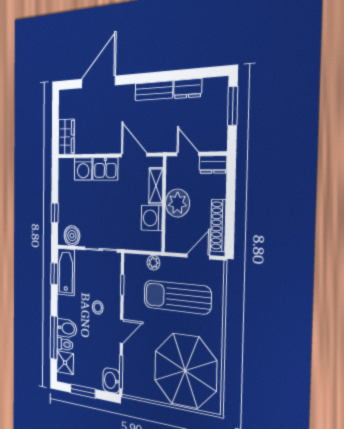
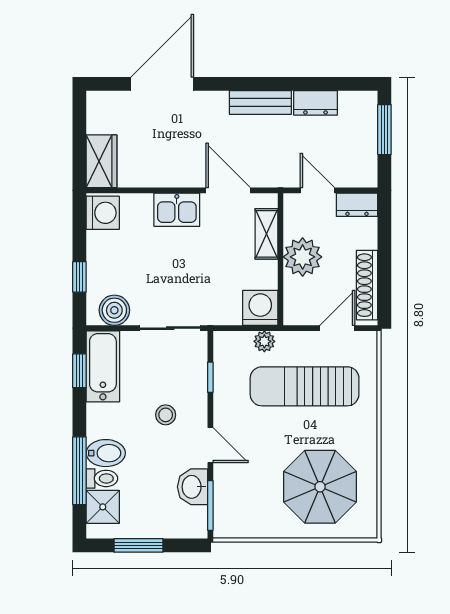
washing machine: (83, 169) -> (103, 213), moved, turned -90
washing machine: (152, 218) -> (260, 308), moved, turned 90
door: (122, 331) -> (210, 445), hinge flipped
parasol: (185, 371) -> (320, 487), width x0.73, depth x0.73
washbasin: (111, 381) -> (192, 487), moved

